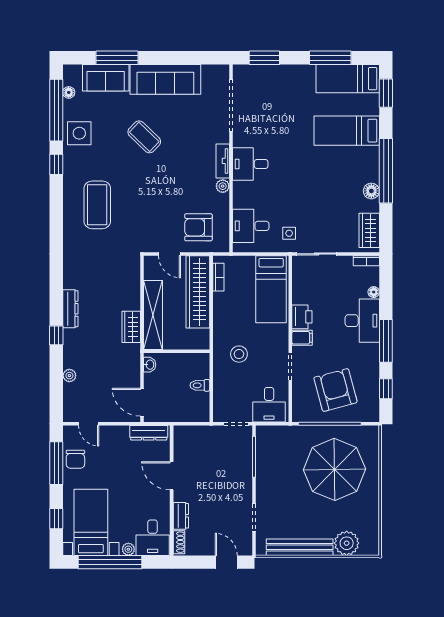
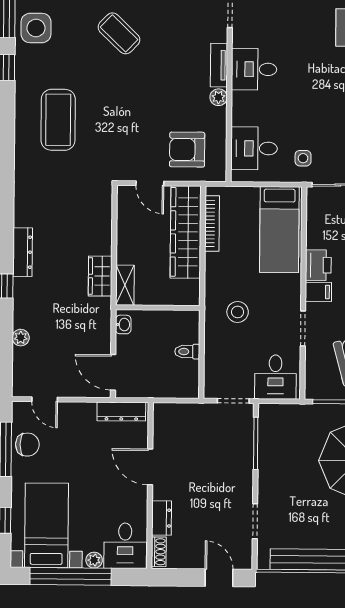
bookcase: (218, 277) -> (212, 224), width x1.56
shelving: (153, 315) -> (125, 285), width x0.45, depth x0.75
chair: (75, 459) -> (27, 445), turned -90

